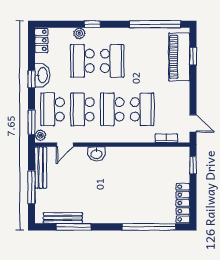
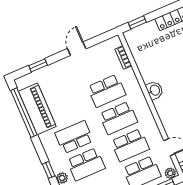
piano: (179, 57) -> (37, 109), moved, turned -90
school desk: (142, 109) -> (107, 91), turned 180
door: (193, 123) -> (77, 49), moved
washbasin: (96, 154) -> (155, 90), moved

